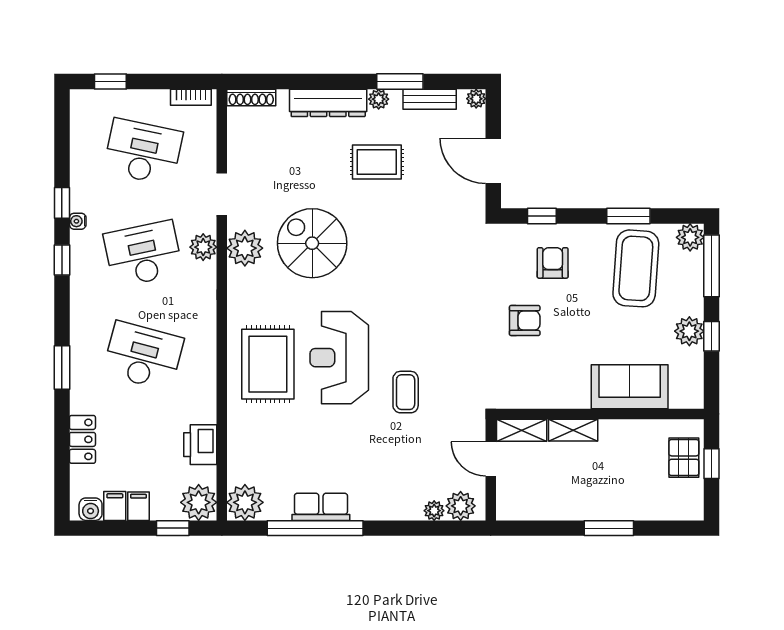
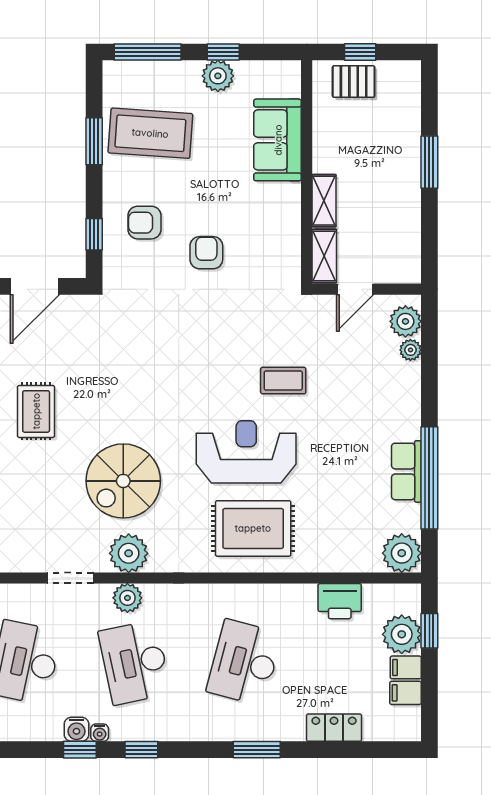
plant: (690, 237) -> (117, 75), removed
reception desk: (339, 358) -> (246, 452), turned 180
plant: (199, 502) -> (402, 634), moved
water cooler: (91, 509) -> (76, 729), moved, turned 90

